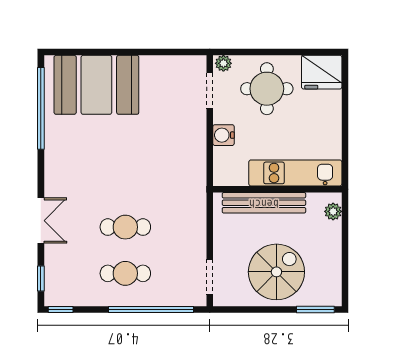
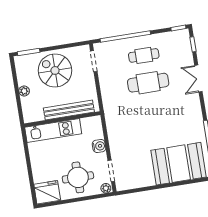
plant: (333, 211) -> (24, 91), moved
cafe table: (125, 227) -> (148, 83), width x1.37, depth x1.35
spiral stairs: (276, 272) -> (55, 70), turned 90

